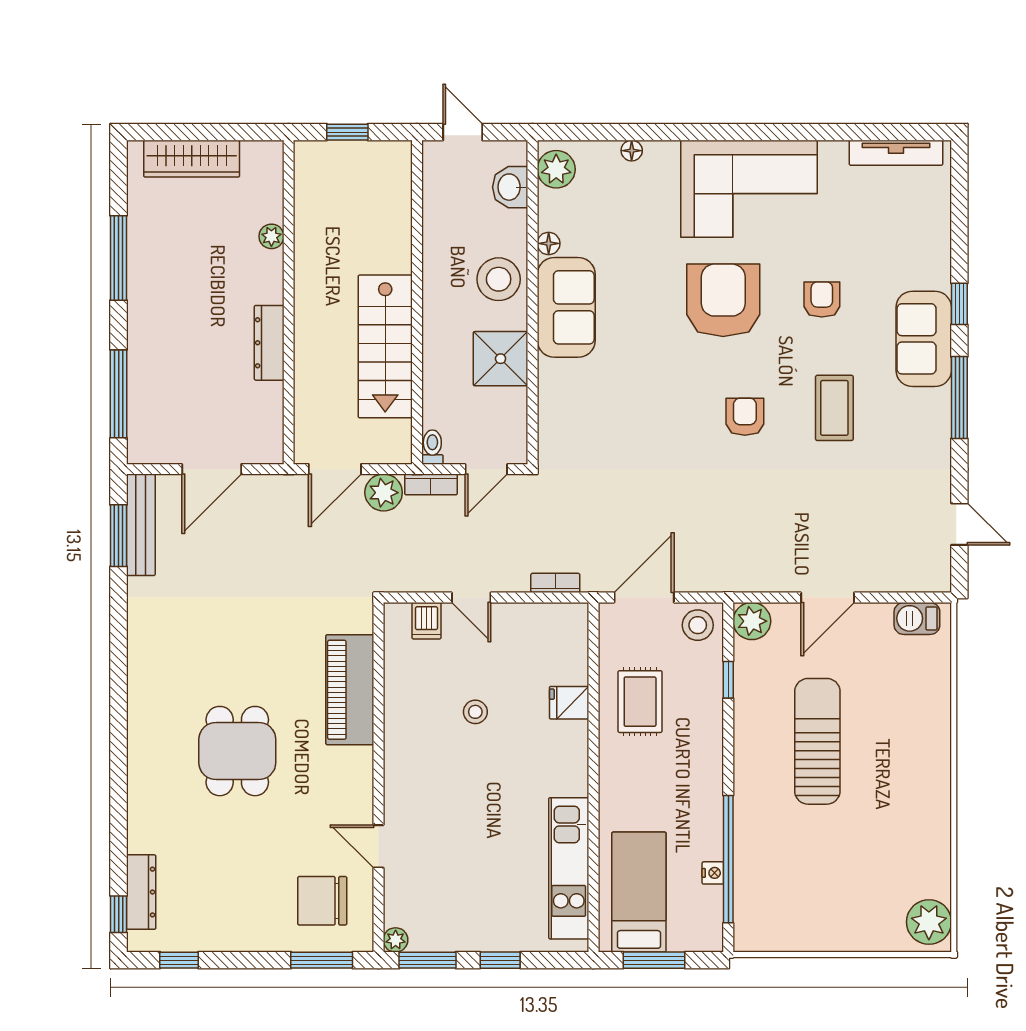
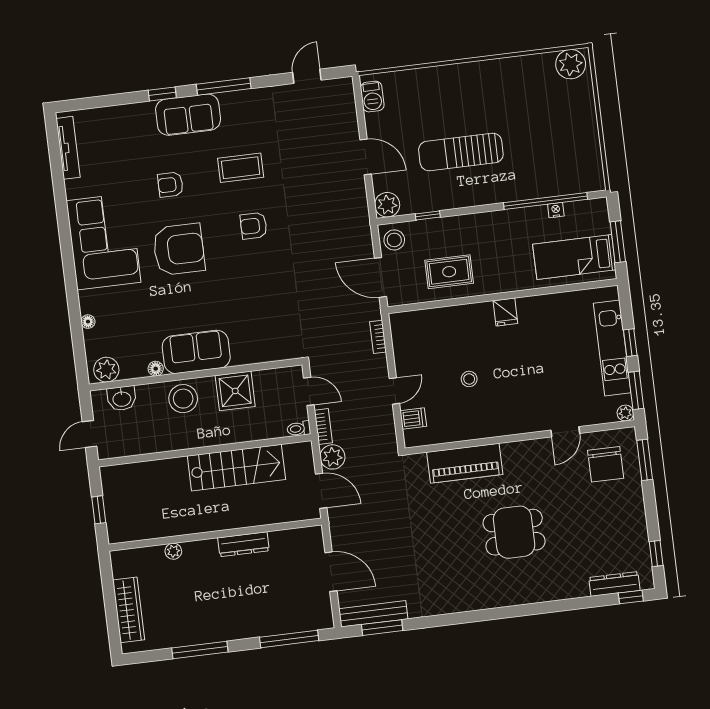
armchair: (723, 300) -> (179, 249), turned 180
fridge: (569, 703) -> (505, 312), moved
kitchen unit: (569, 868) -> (612, 348), moved, turned 90

